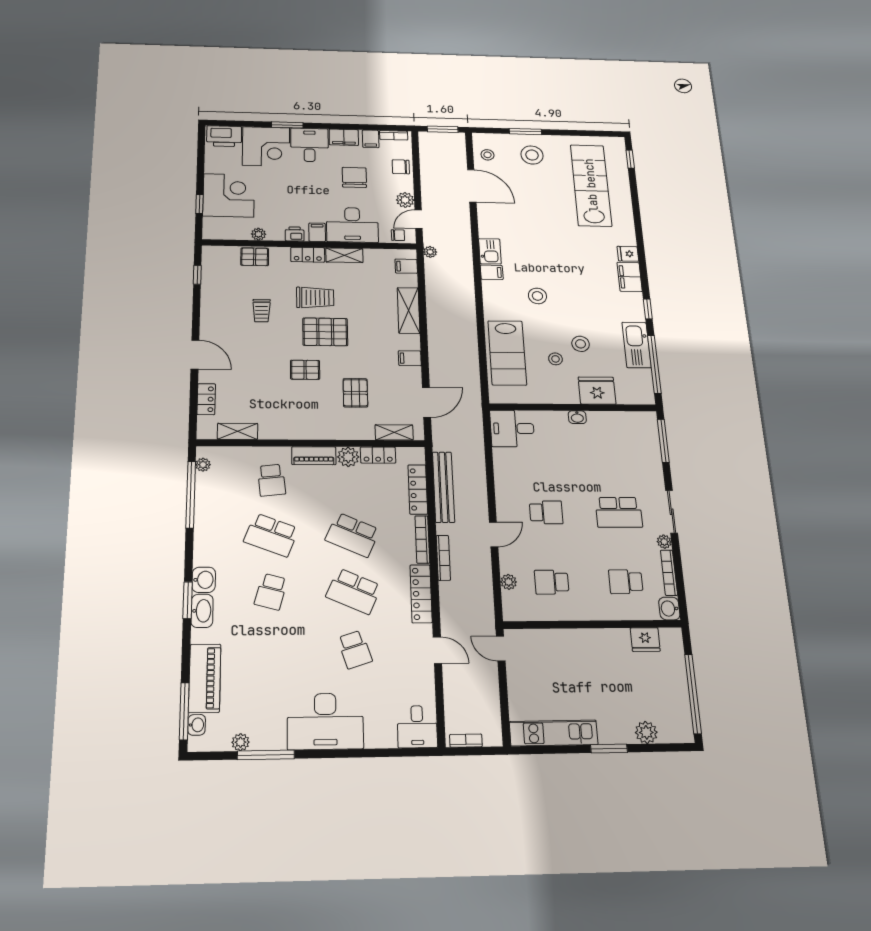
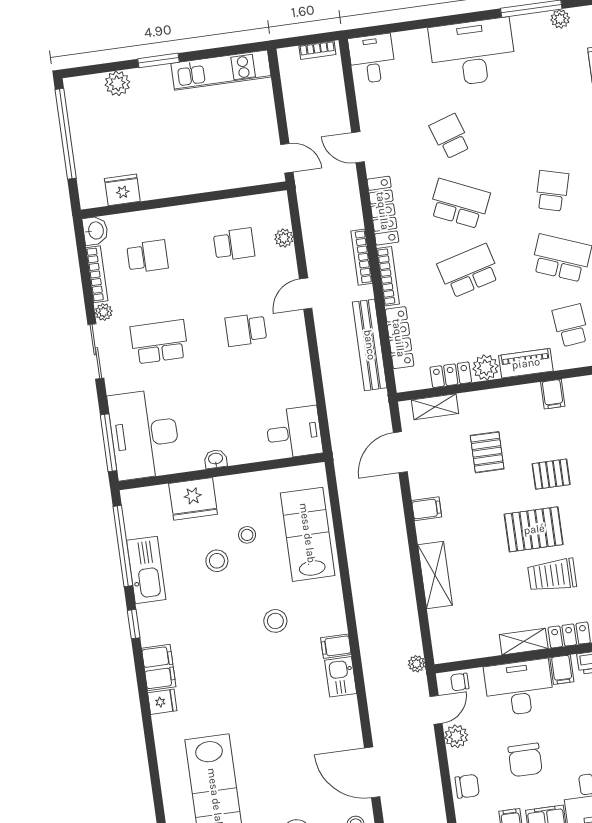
filing cabinet: (406, 266) -> (553, 394), moved, turned 90
desk: (634, 443) -> (144, 434), added
school desk: (353, 535) -> (469, 271), turned -39

